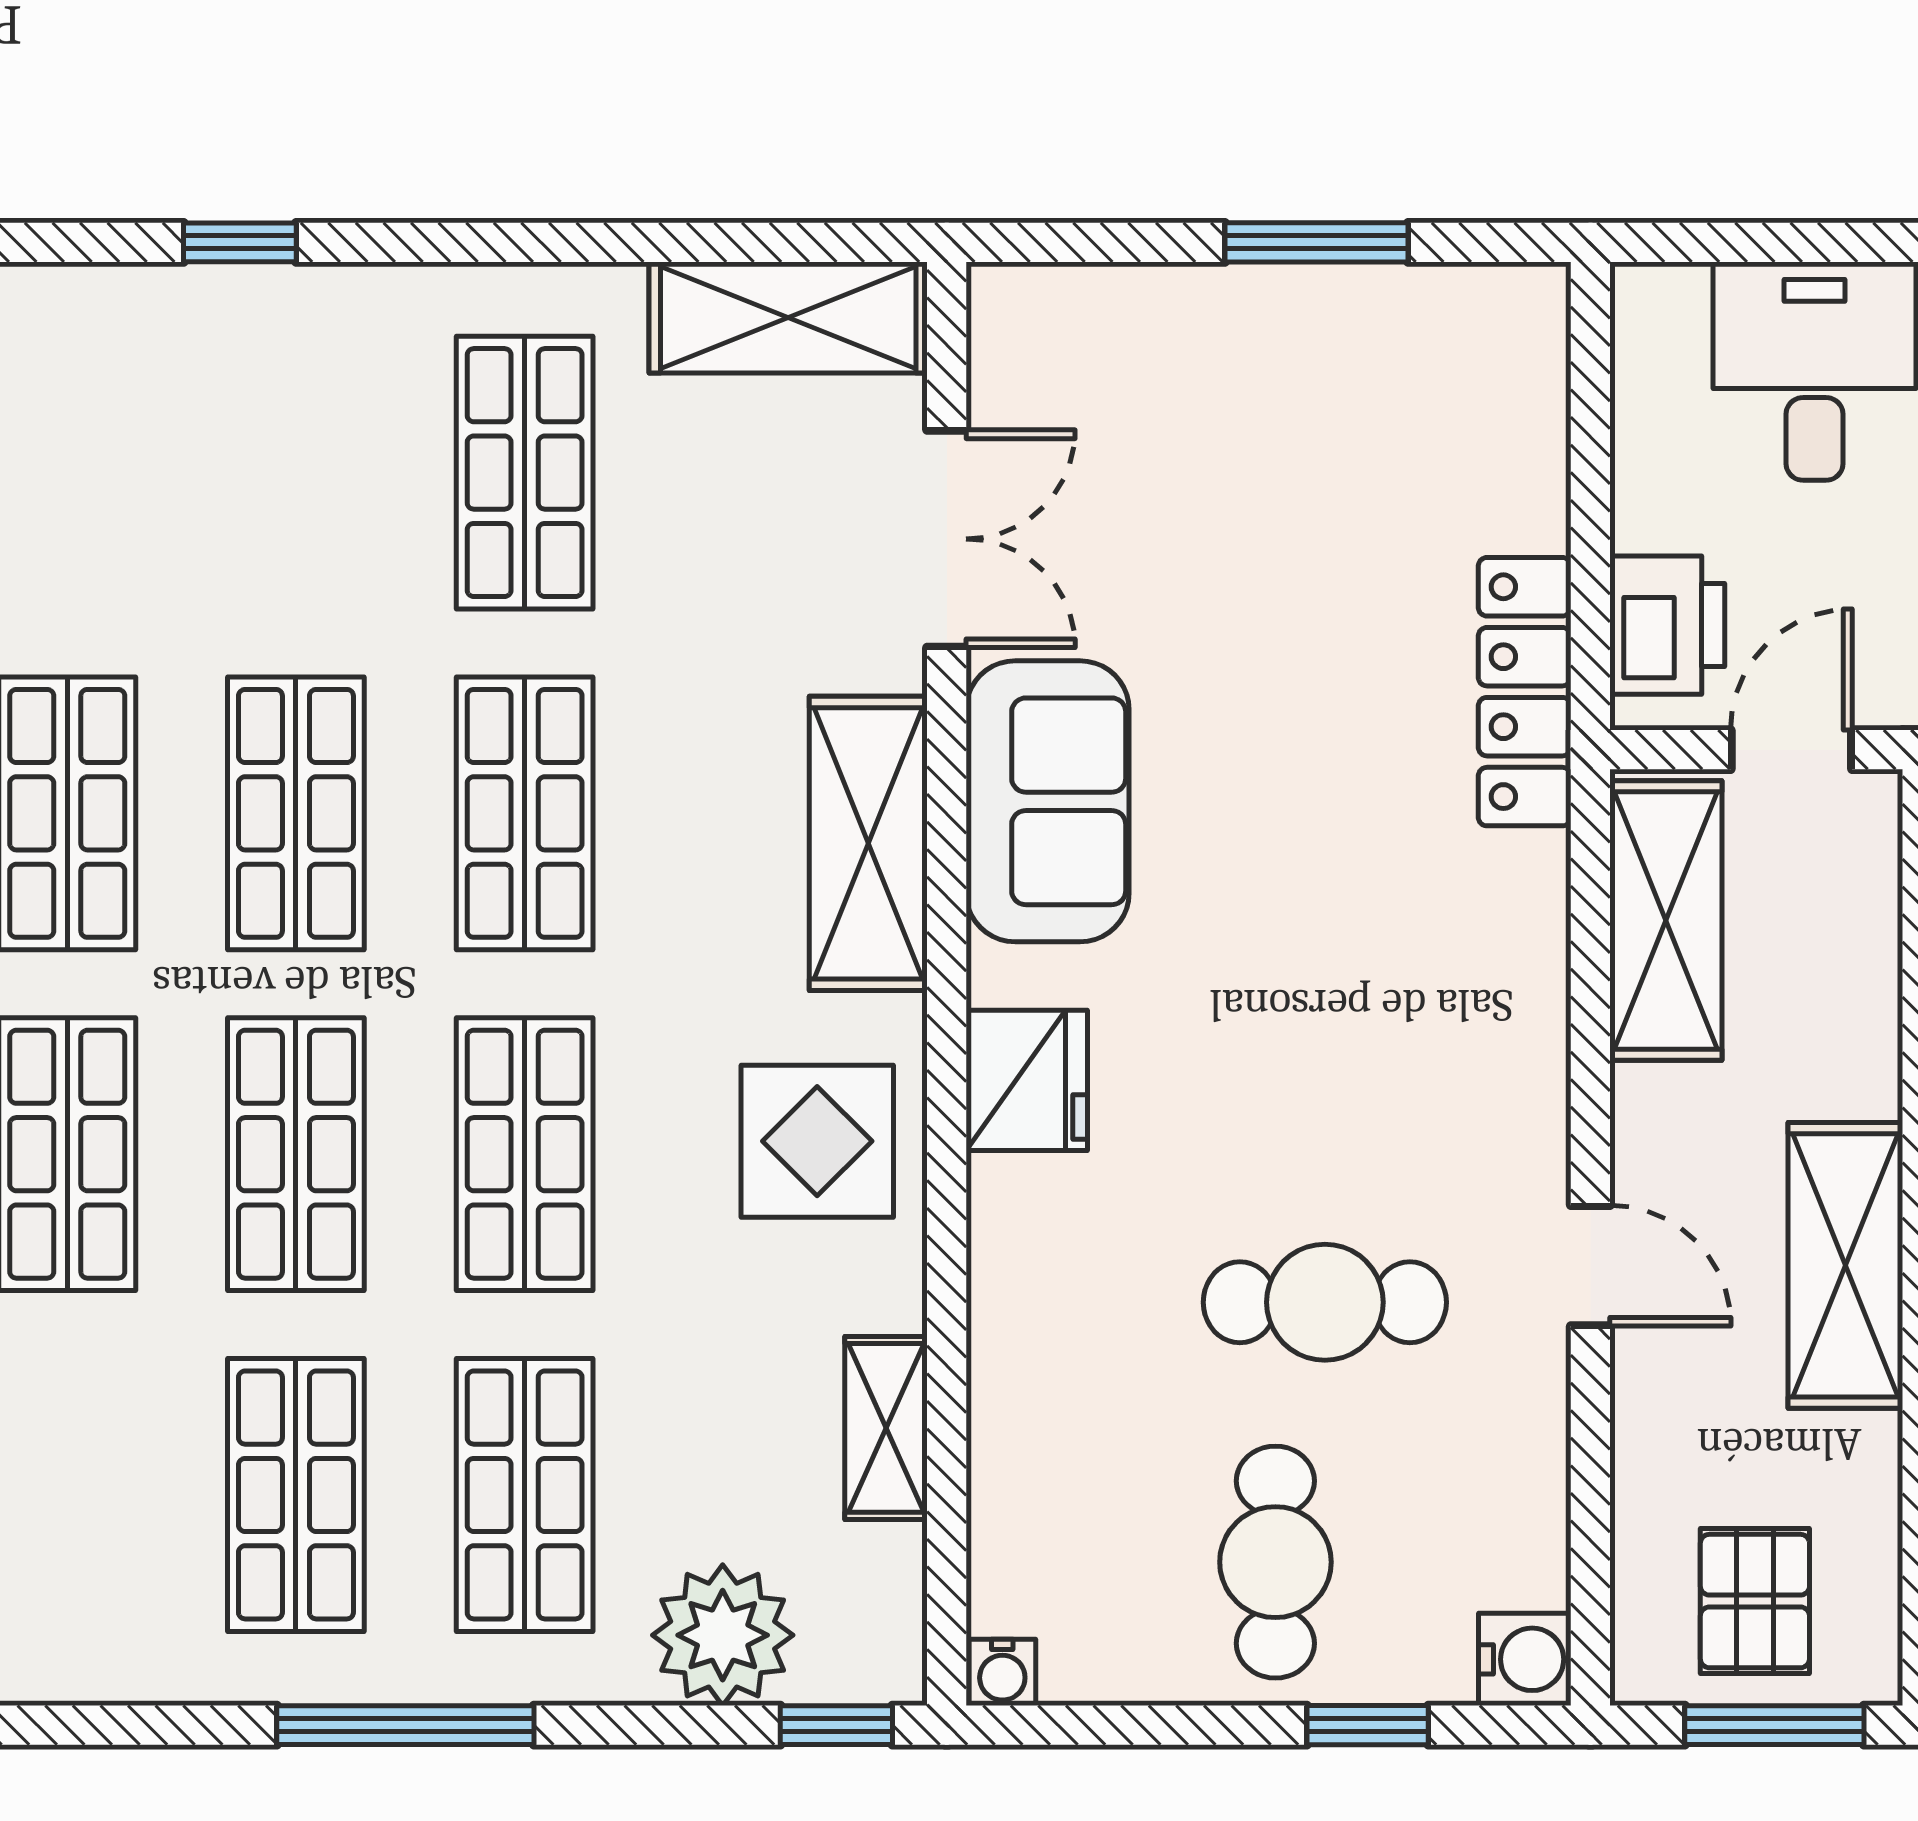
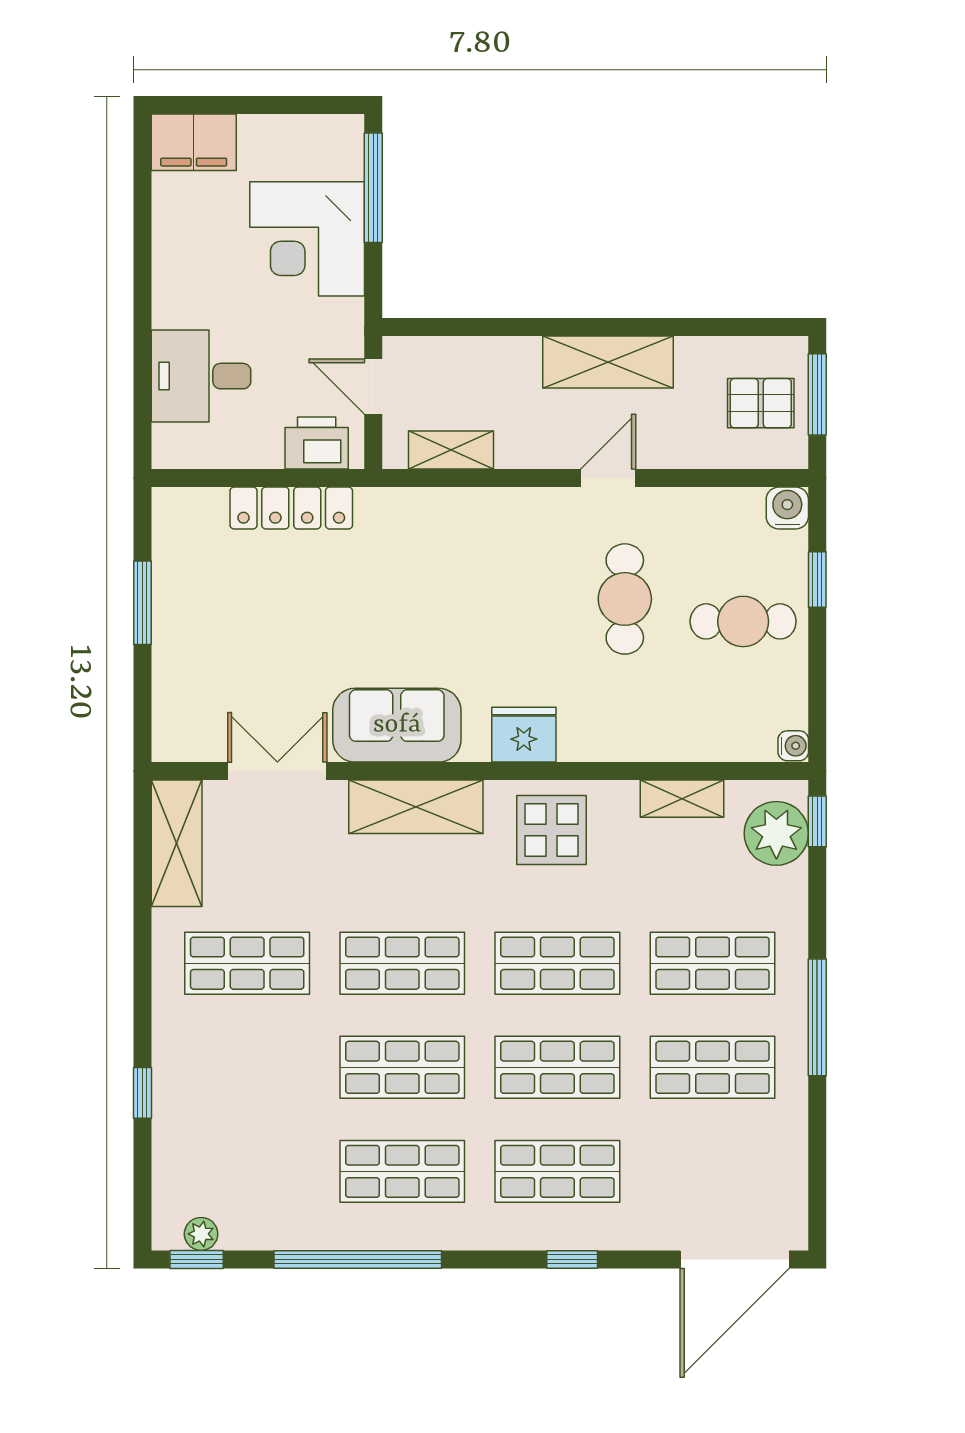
locker: (1525, 692) -> (291, 508), moved
shelving: (1666, 921) -> (451, 450), width x0.67, depth x0.75
plant: (723, 1635) -> (776, 833), moved

